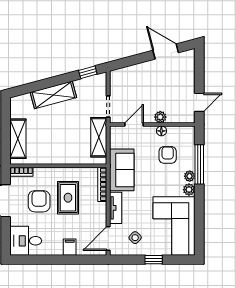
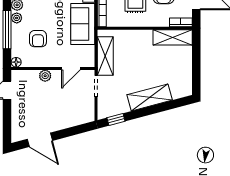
floor lamp: (161, 131) -> (16, 62), moved
shelving: (18, 139) -> (173, 37), moved, turned 90

